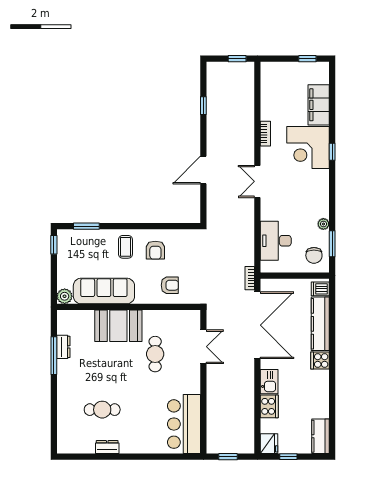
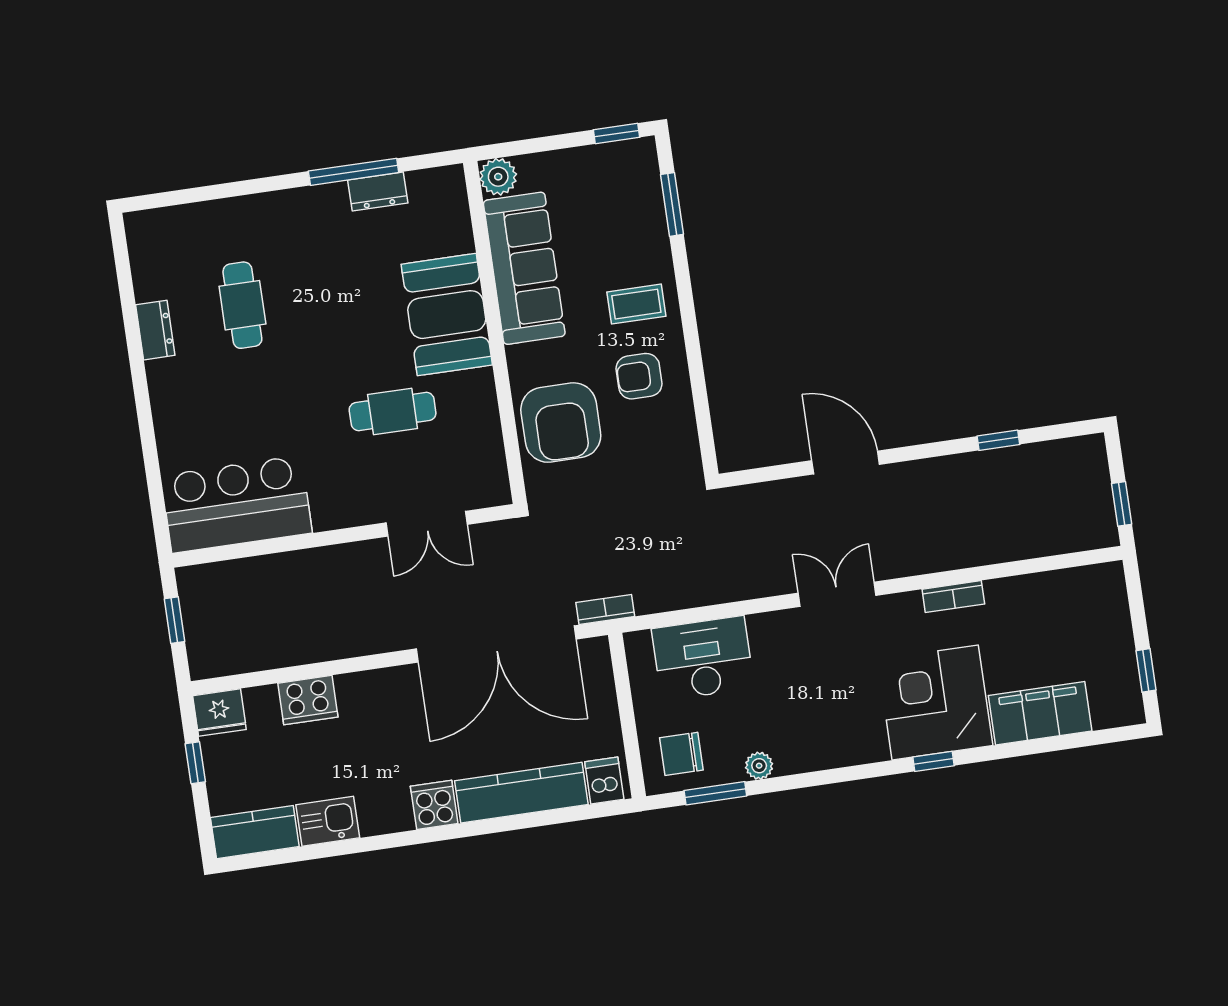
armchair: (170, 285) -> (561, 423), width x1.88, depth x1.88
kitchen sink: (269, 382) -> (328, 821), moved, turned 180

